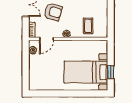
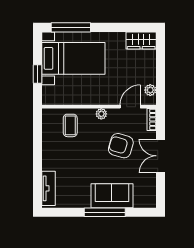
window: (111, 72) -> (37, 74), moved
wardrobe: (39, 84) -> (141, 40), added
window: (88, 94) -> (71, 27), added

